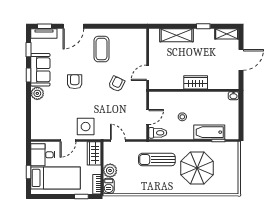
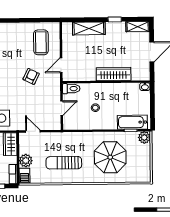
coffee table: (101, 49) -> (41, 42), moved
wardrobe: (196, 82) -> (114, 74), width x1.50
bathtub: (209, 132) -> (132, 122), moved
toilet: (158, 133) -> (71, 89), moved
plant: (232, 148) -> (144, 137), added
sun lounger: (157, 160) -> (64, 163), moved

